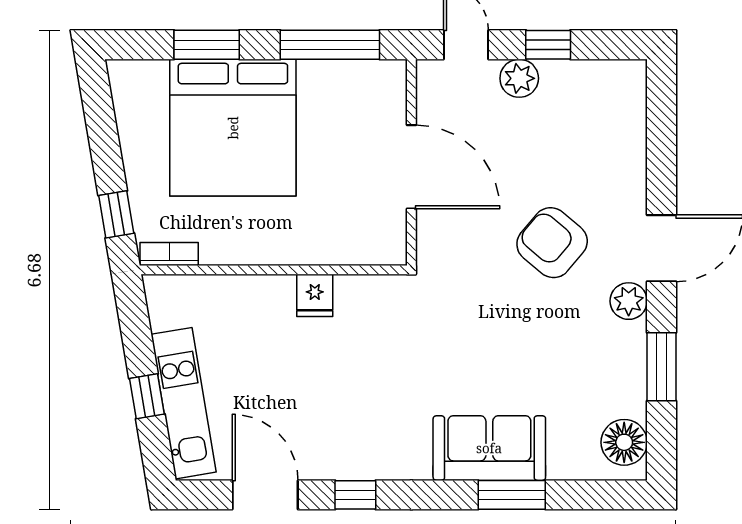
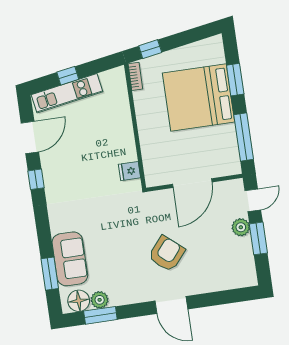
window: (548, 45) -> (258, 238), width x1.50
fridge: (315, 295) -> (130, 171), moved
plant: (629, 301) -> (100, 300), moved
window: (661, 367) -> (100, 315), moved
sofa: (489, 448) -> (70, 259), moved
window: (512, 495) -> (50, 274), moved

